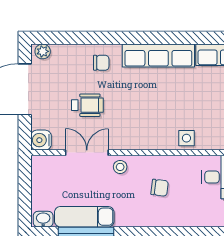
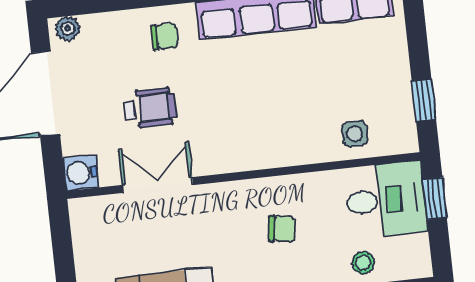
side table: (186, 138) -> (355, 134), moved
stool: (120, 167) -> (363, 263), moved

